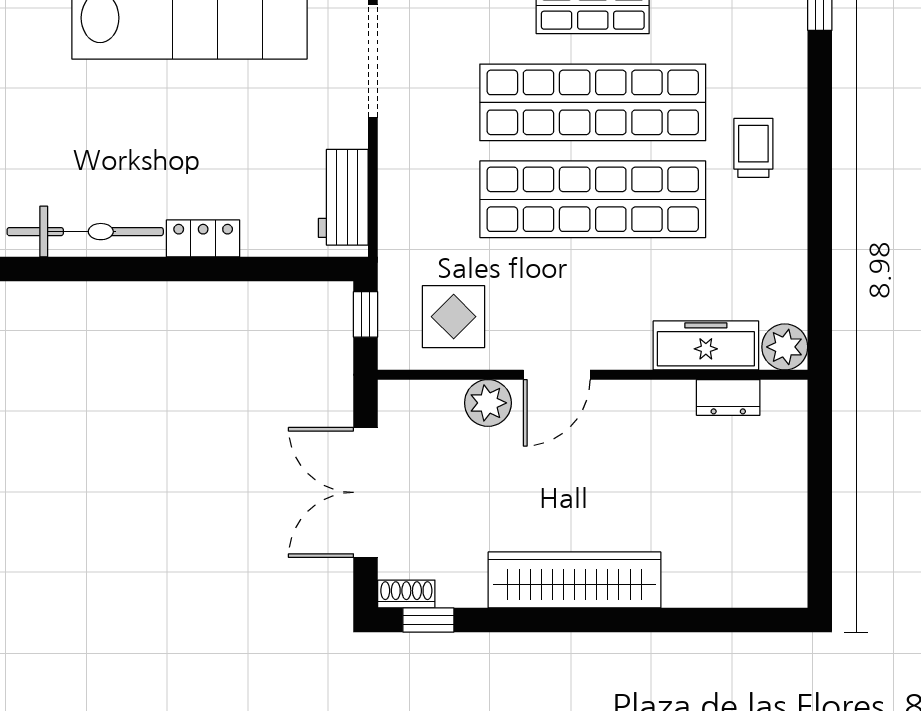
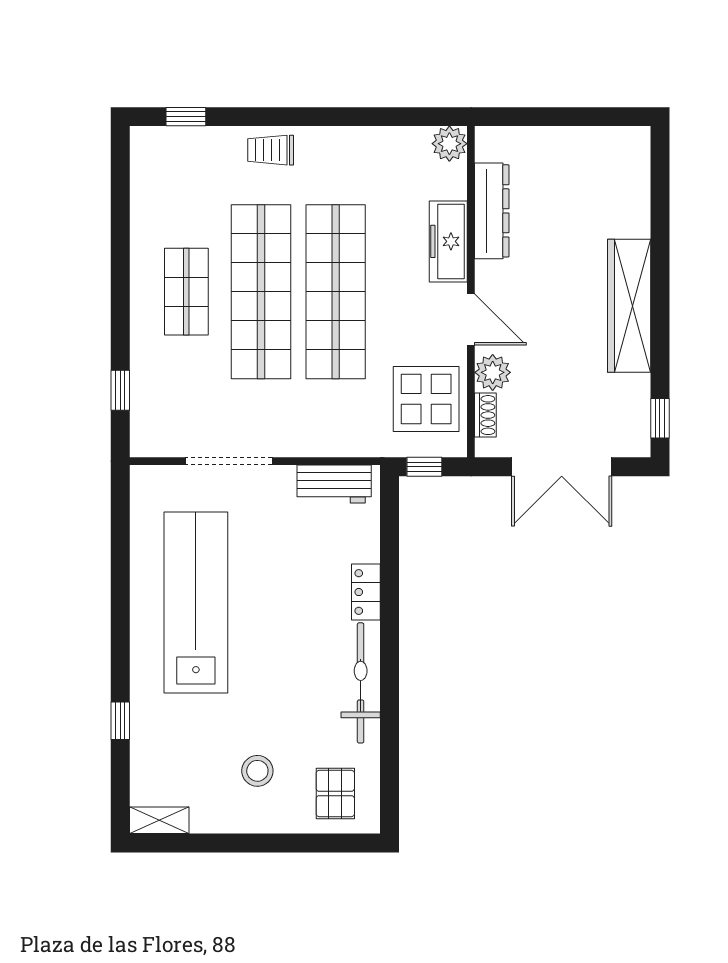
trolley: (753, 148) -> (271, 150), moved
display table: (454, 317) -> (426, 399), width x1.36, depth x1.36
freezer: (706, 345) -> (448, 241), moved
dresser: (728, 397) -> (492, 211), width x1.96, depth x1.24
shoe rack: (406, 594) -> (485, 415), moved, turned 180

